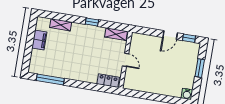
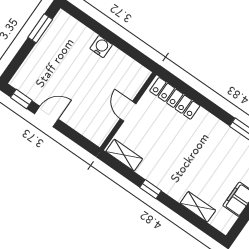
window: (200, 68) -> (40, 28), moved
locker: (108, 81) -> (175, 98), width x1.53
water cooler: (187, 94) -> (101, 47), moved

